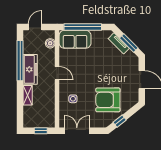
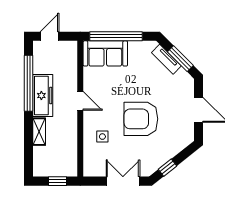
boiler: (50, 43) -> (71, 59), removed
armchair: (108, 100) -> (141, 119), moved
double door: (77, 131) -> (123, 181), moved

